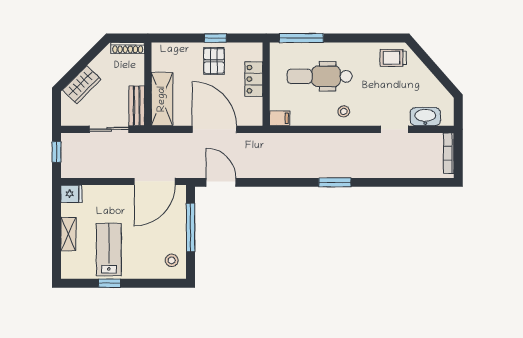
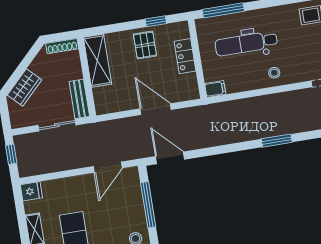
window: (215, 38) -> (156, 21), moved
shelving: (162, 99) -> (97, 61), moved
door: (214, 129) -> (156, 109), width x0.73
door: (155, 181) -> (108, 167), width x0.73

